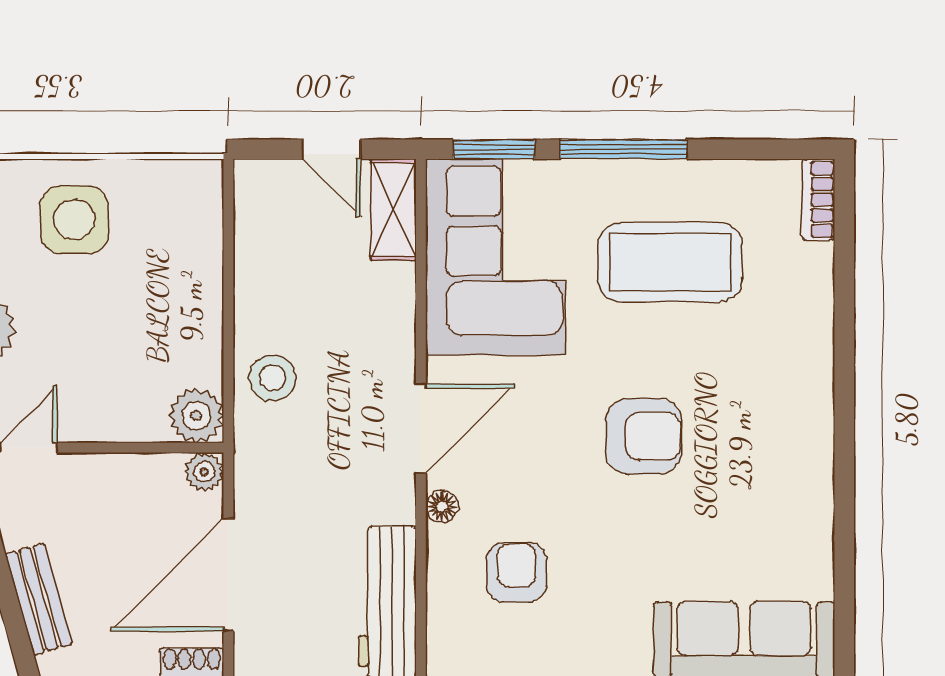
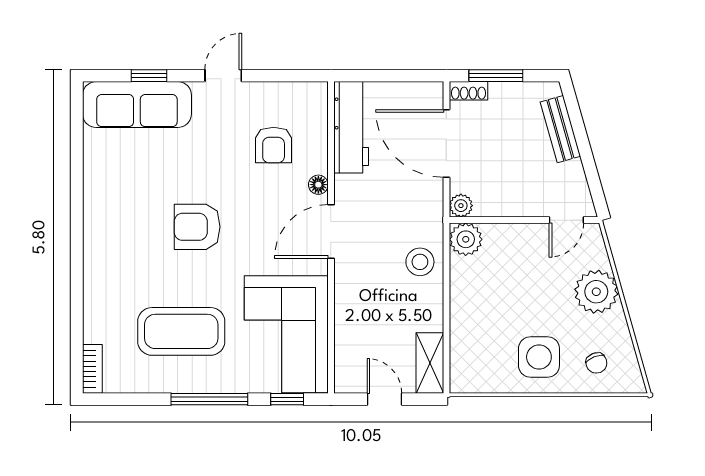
window: (494, 149) -> (287, 399), width x0.67
shelving: (393, 210) -> (430, 363), moved
door: (228, 575) -> (446, 144), swing flipped

